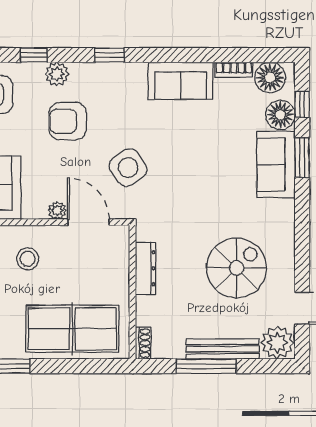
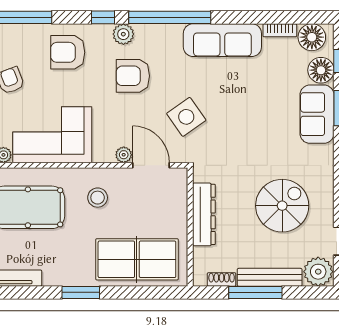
window: (109, 55) -> (170, 17), width x3.17
sofa: (181, 81) -> (222, 40), width x1.36
dresser: (145, 268) -> (204, 214), width x1.37, depth x1.24
shoe rack: (143, 343) -> (222, 279), moved, turned -90

